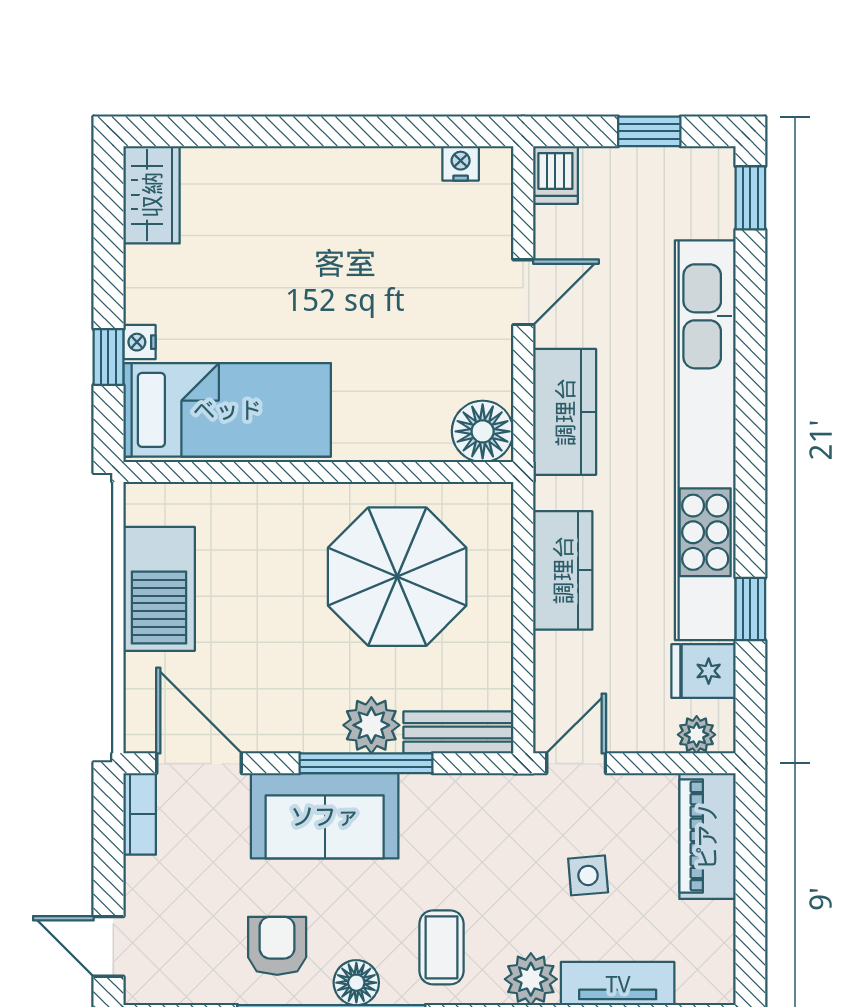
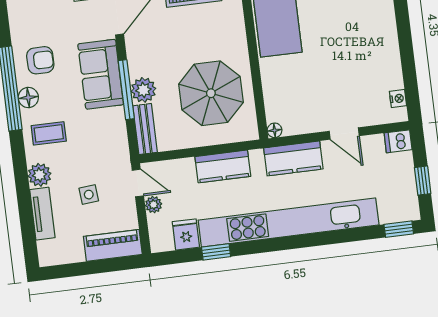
floor lamp: (483, 431) -> (275, 130), width x0.53, depth x0.53
plant: (697, 735) -> (153, 205), moved

